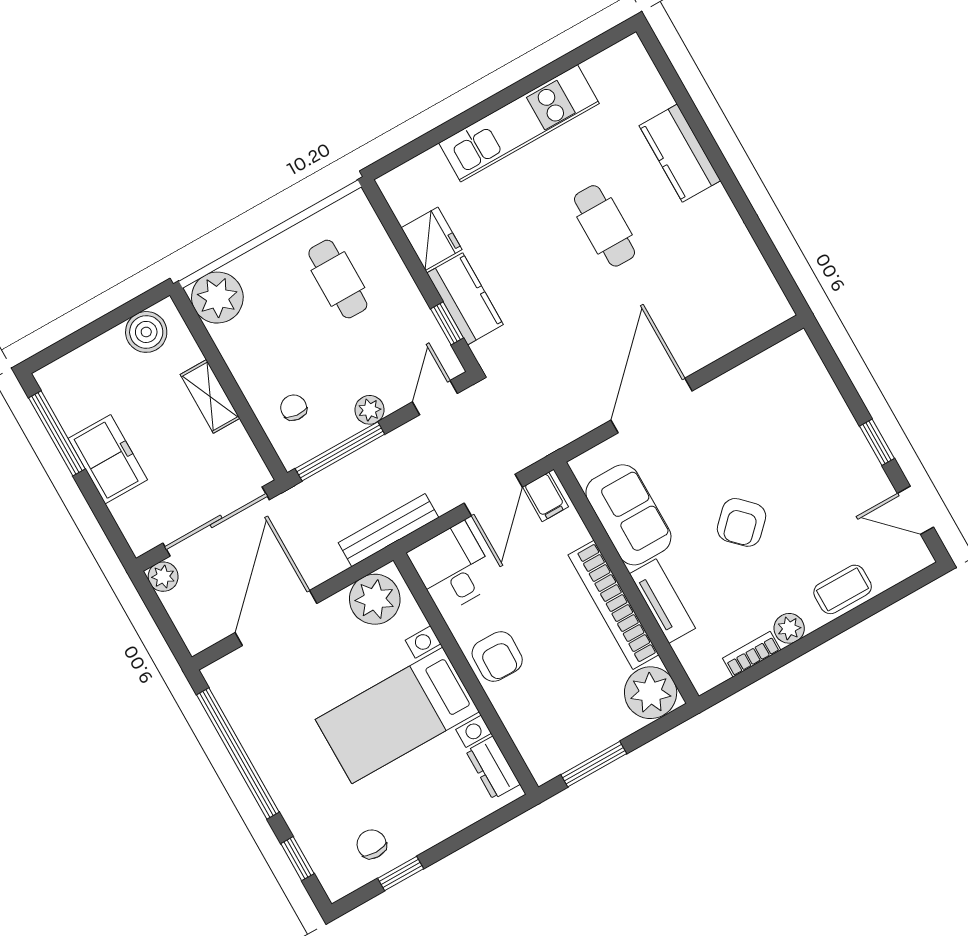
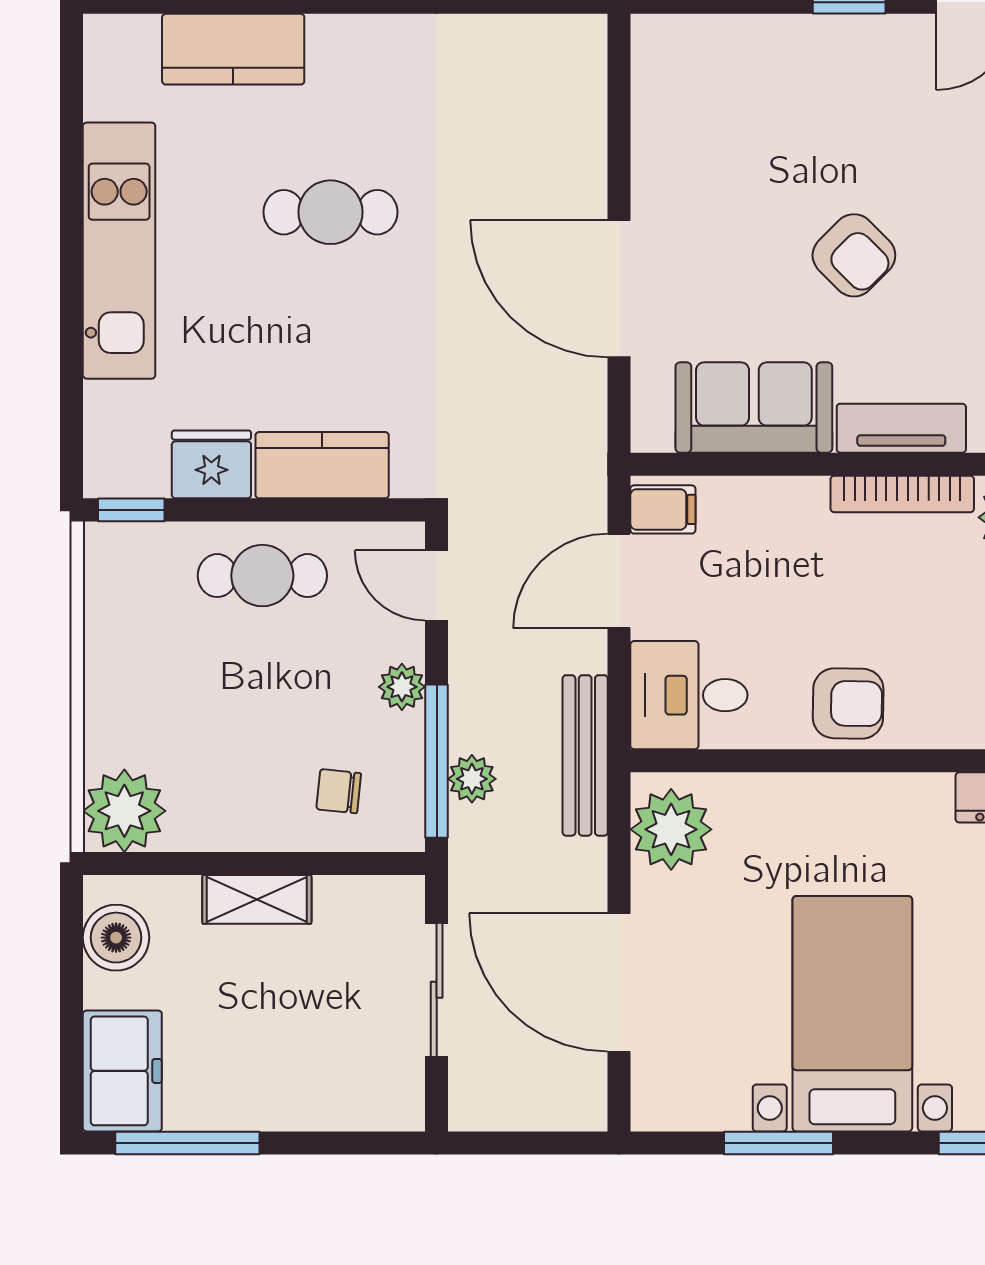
kitchen counter: (680, 153) -> (233, 49), moved
cafe table: (338, 279) -> (262, 576), moved
window: (447, 323) -> (131, 510), moved
freezer: (108, 459) -> (122, 1071), moved, turned 90
door: (493, 495) -> (619, 581), swing flipped
sliding door: (216, 521) -> (437, 990), width x0.73
plant: (163, 577) -> (472, 779), moved
bookcase: (613, 605) -> (902, 494), width x0.68, depth x0.76
bed with nightstands: (397, 716) -> (852, 1014), moved, turned 180
window: (238, 753) -> (779, 1143), width x0.47

